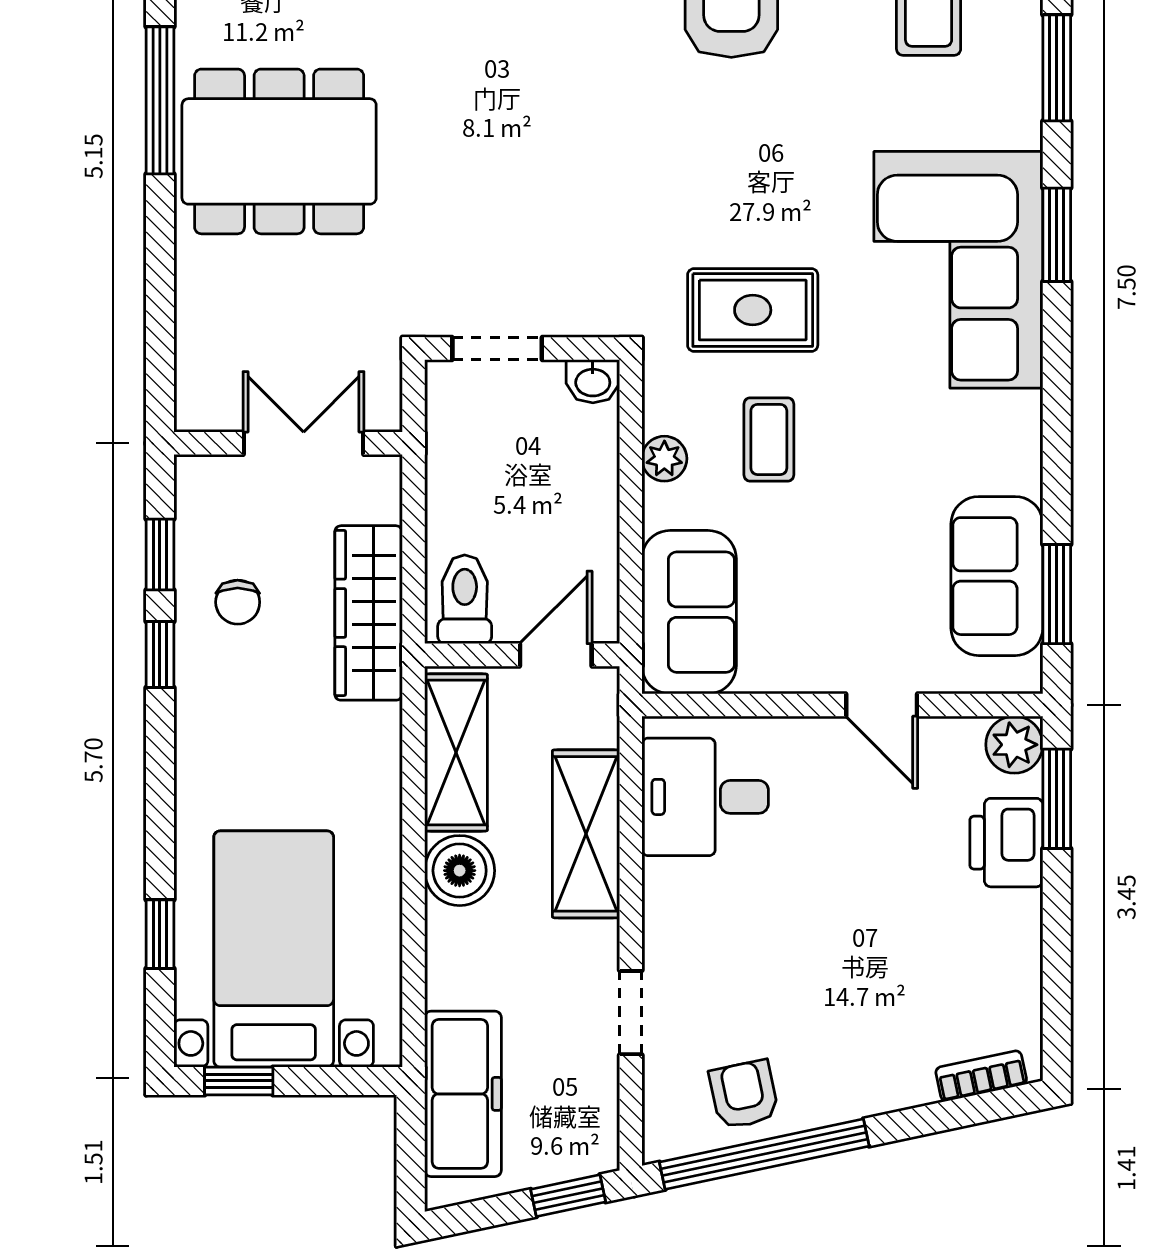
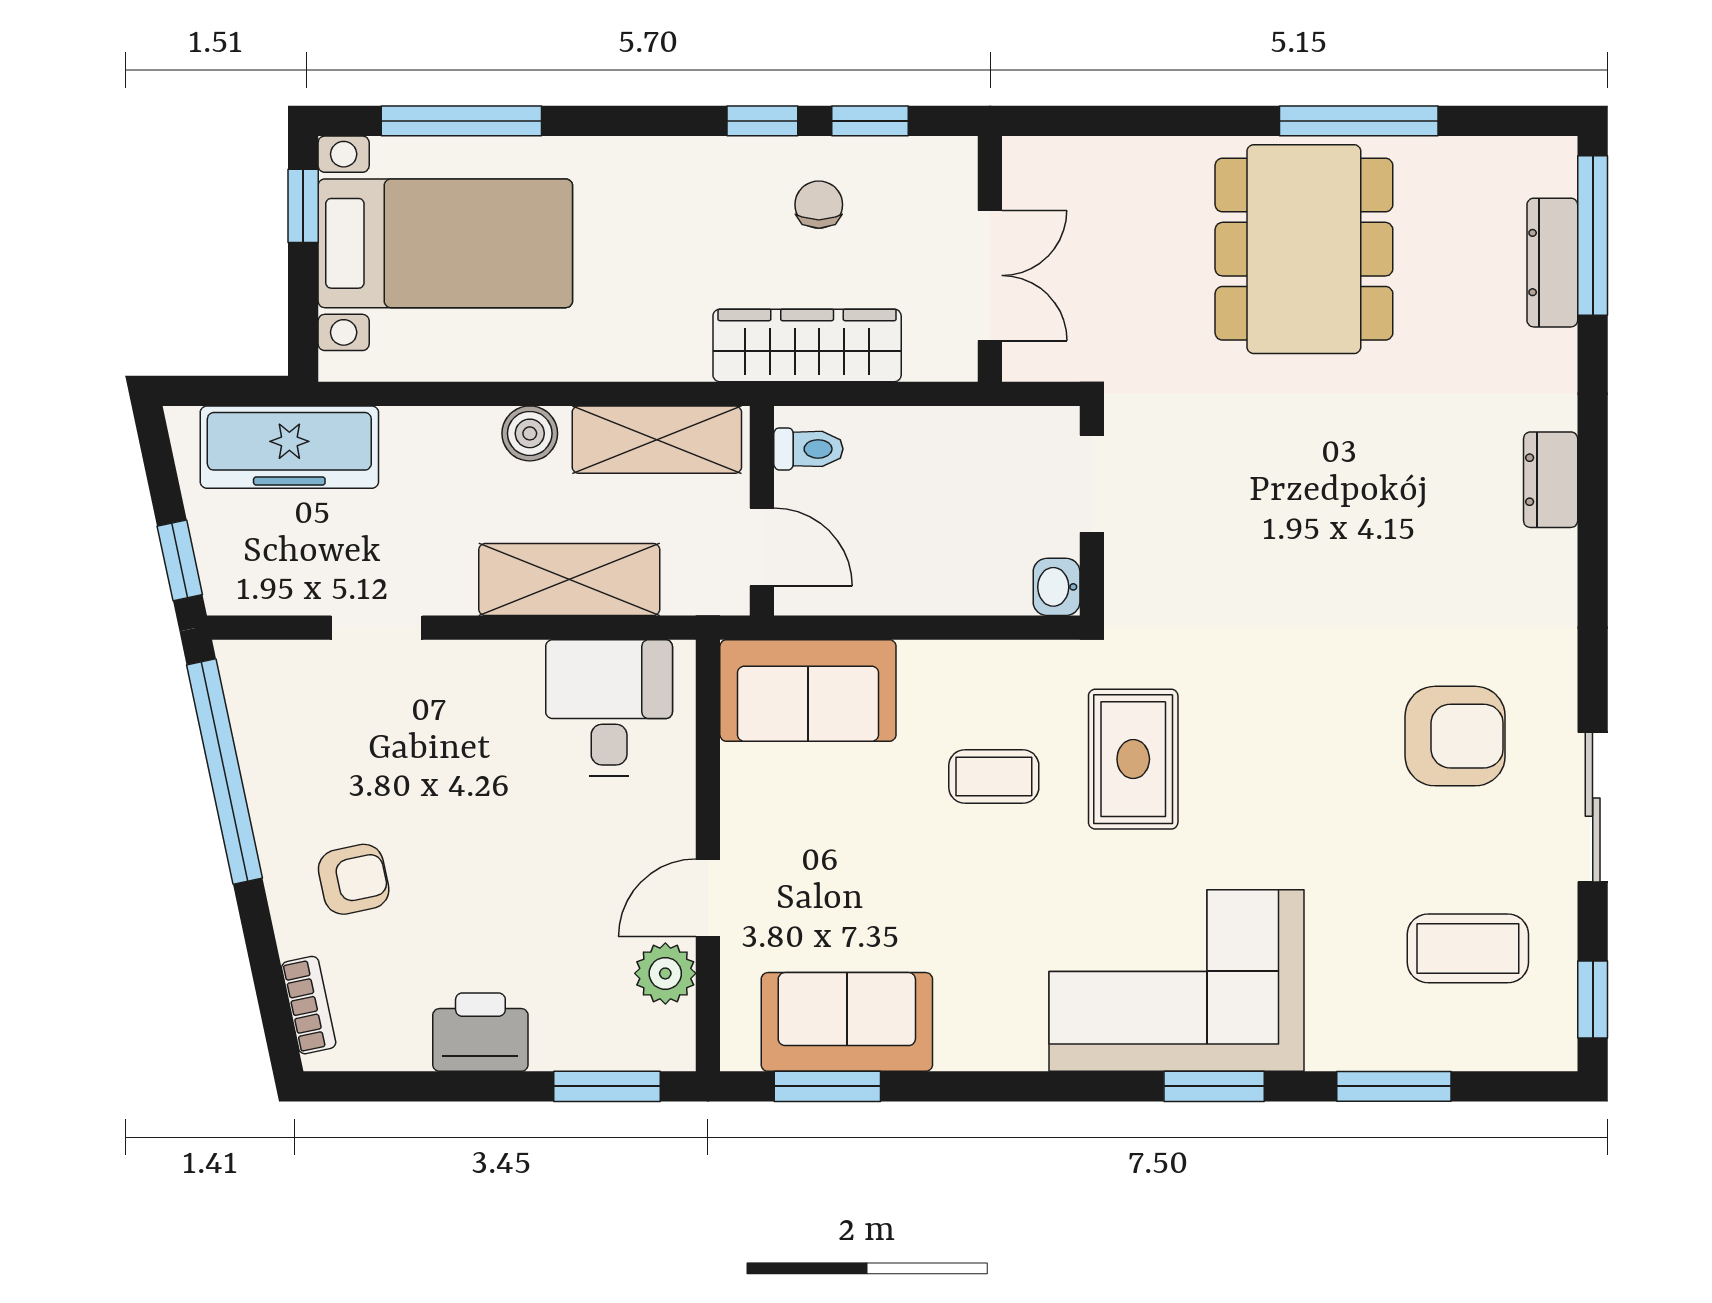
plant: (664, 459) -> (973, 664), removed
toilet: (465, 599) -> (808, 449), width x0.73, depth x0.72
chair: (238, 602) -> (819, 205), turned 90
plant: (1014, 745) -> (665, 973), moved
printer: (1006, 843) -> (480, 1032), moved
boiler: (460, 871) -> (530, 433), width x0.73, depth x0.73
window: (160, 934) -> (461, 121), width x2.17
armchair: (744, 1094) -> (354, 879), moved

